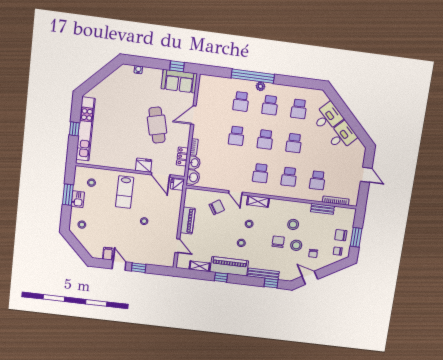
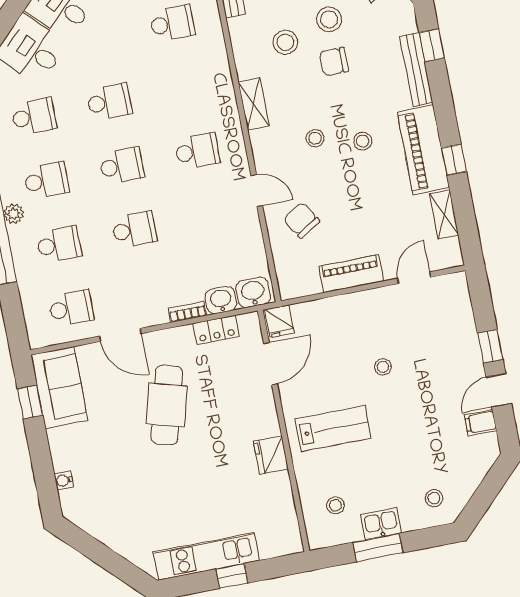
cafe table: (157, 125) -> (167, 405), turned -61
kitchen unit: (85, 129) -> (206, 556), width x0.73
fridge: (144, 165) -> (271, 455), moved
school desk: (289, 177) -> (71, 308), moved
door: (235, 193) -> (257, 191), hinge flipped
shelving: (258, 201) -> (254, 104), moved

